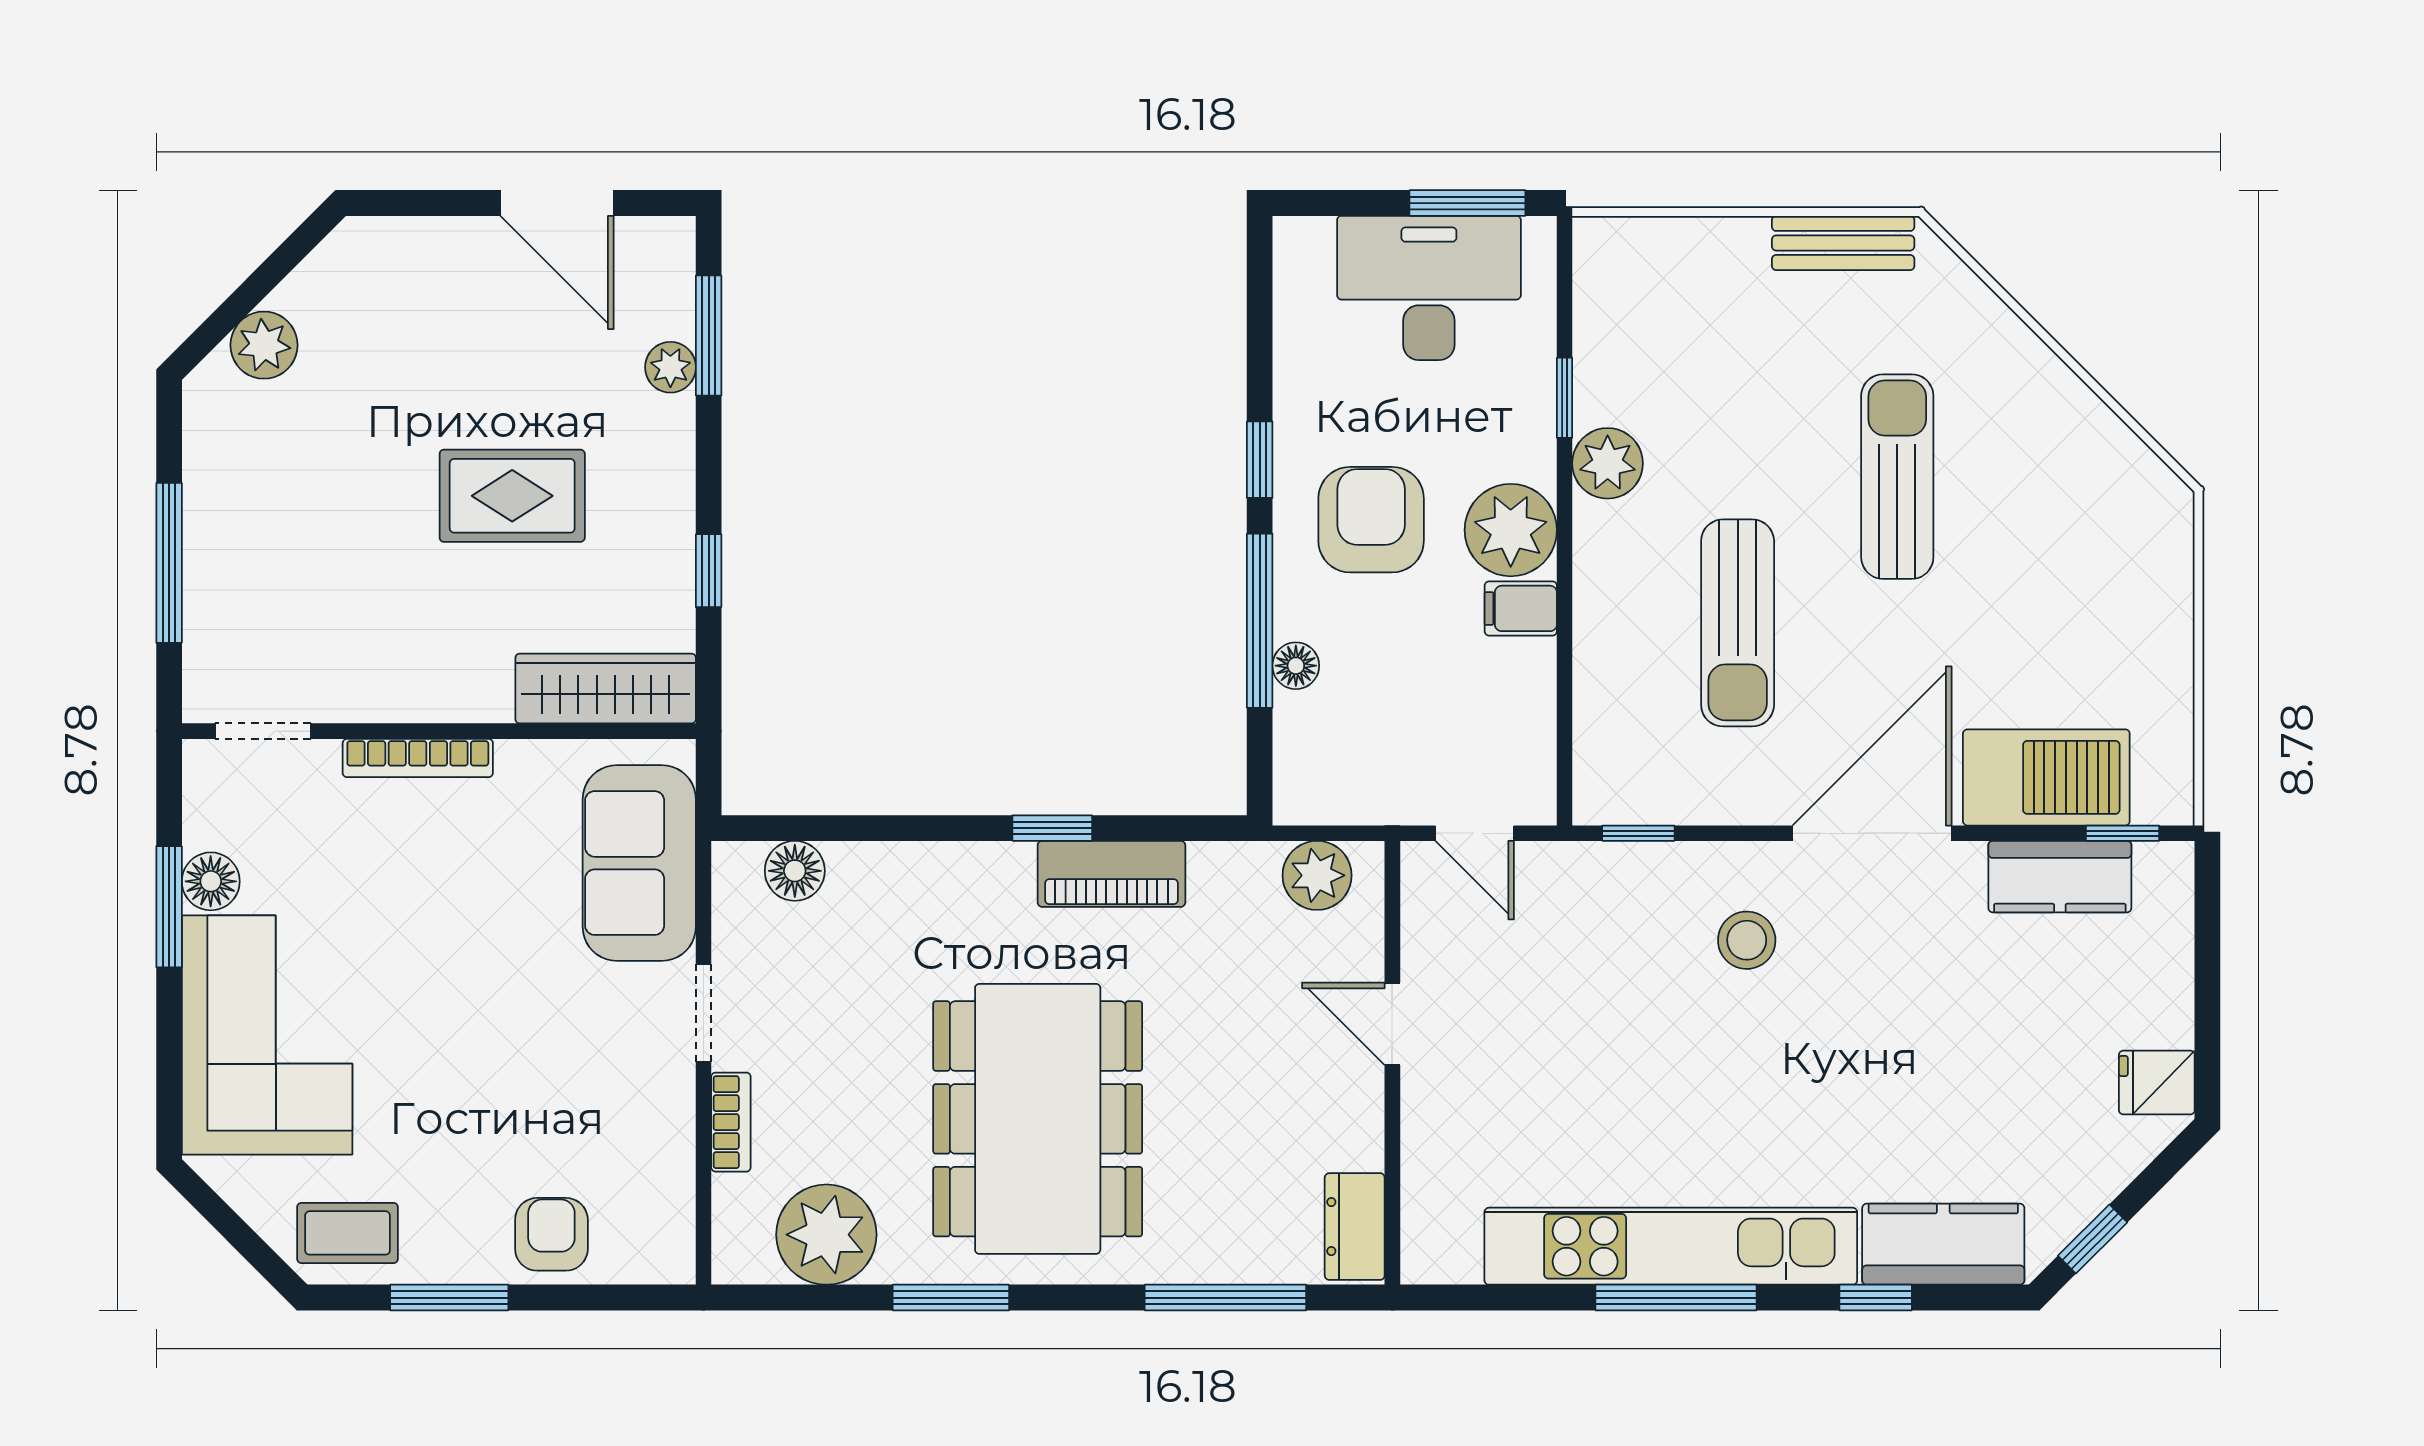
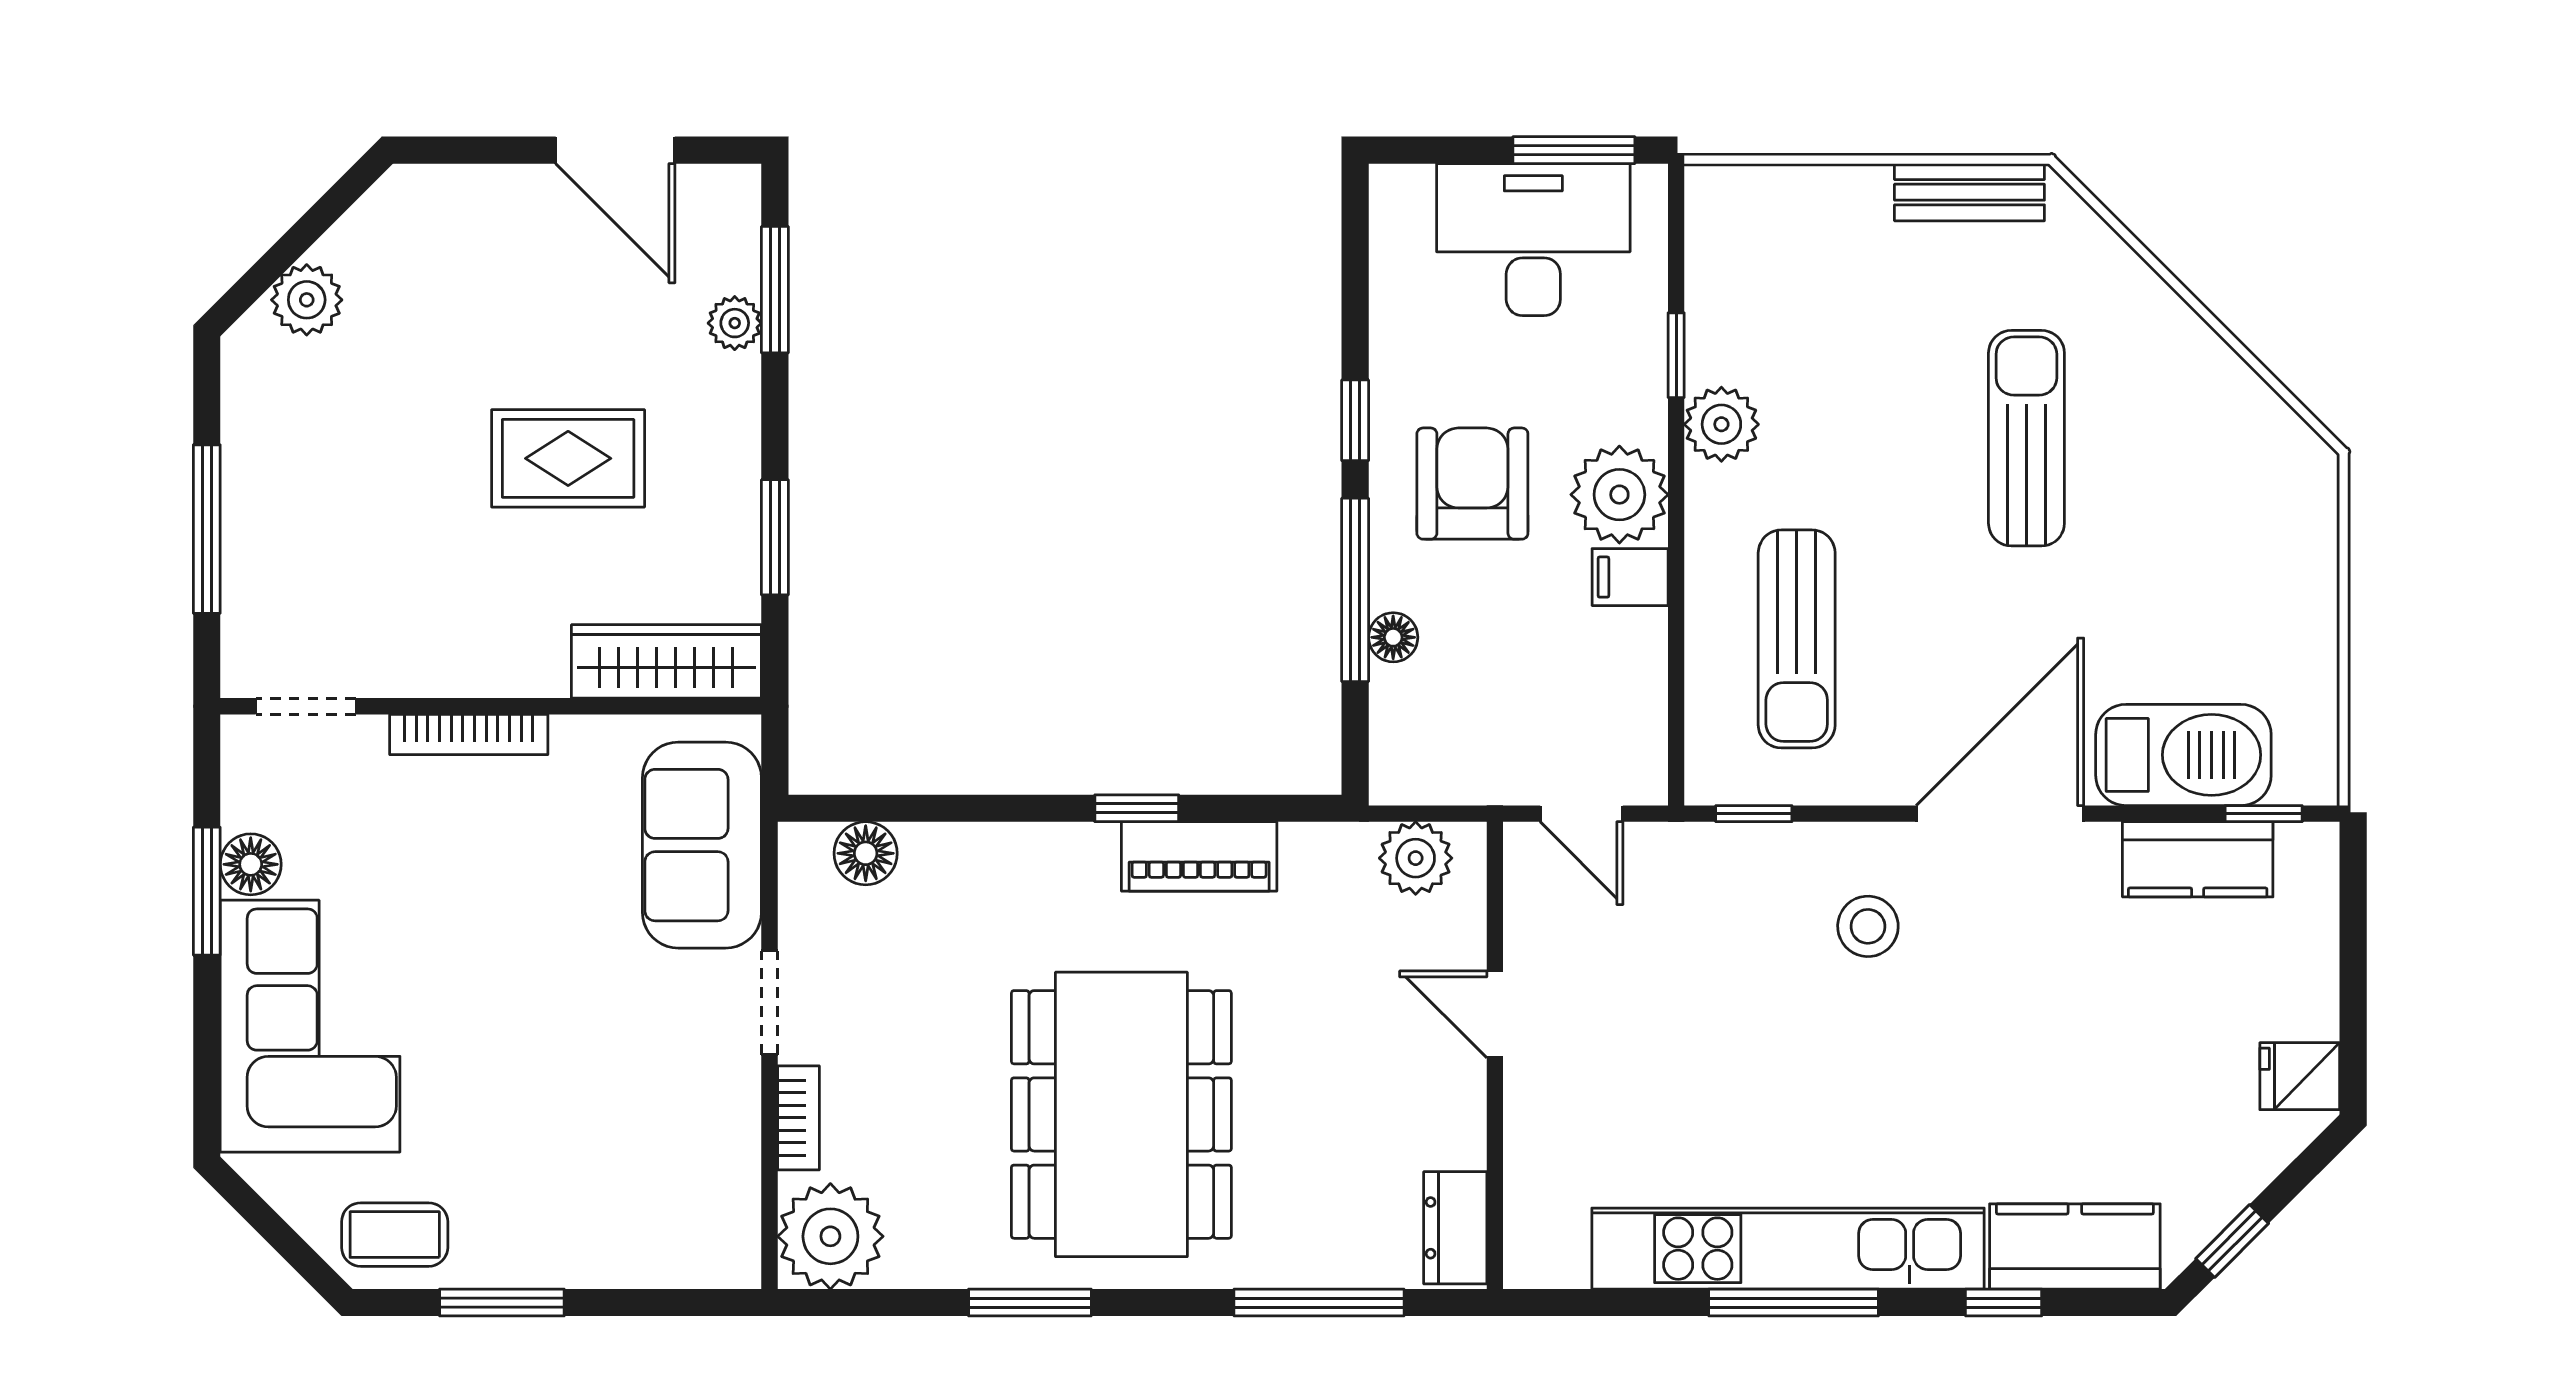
window: (709, 571) -> (775, 537), width x1.50
sun lounger: (1738, 623) -> (1797, 639), moved
armchair: (551, 1234) -> (609, 1236), removed
plant: (826, 1235) -> (830, 1236), moved

